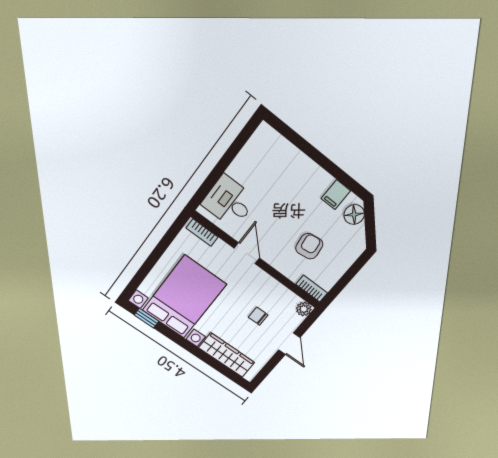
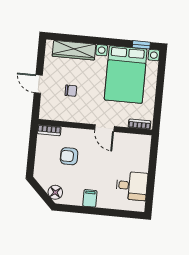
filing cabinet: (336, 195) -> (90, 198), moved
desk: (229, 202) -> (132, 186), moved
armchair: (309, 246) -> (69, 156), turned 98
plant: (304, 309) -> (45, 114), removed

